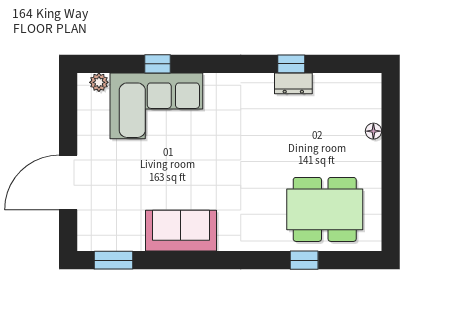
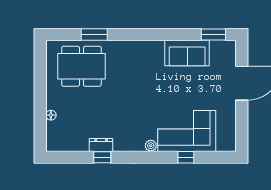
plant: (99, 82) -> (151, 146), moved
sofa: (181, 231) -> (187, 53), moved
window: (304, 260) -> (94, 35), width x1.50

